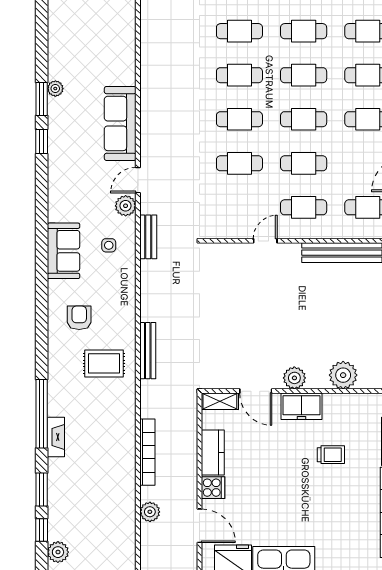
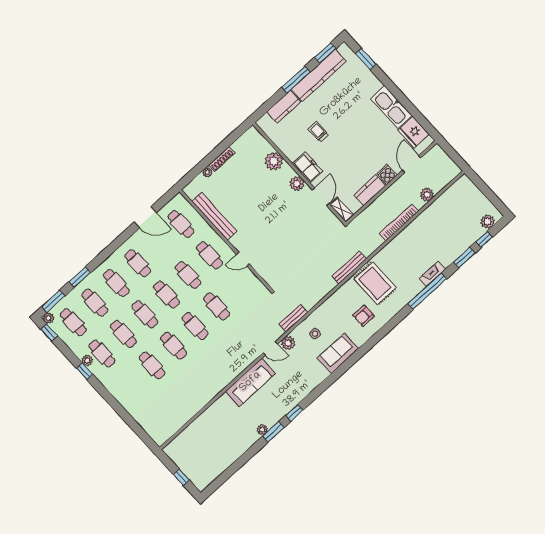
rug: (104, 363) -> (375, 283), width x1.36, depth x1.43

